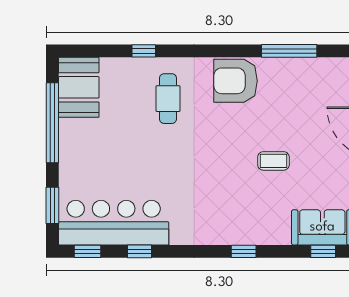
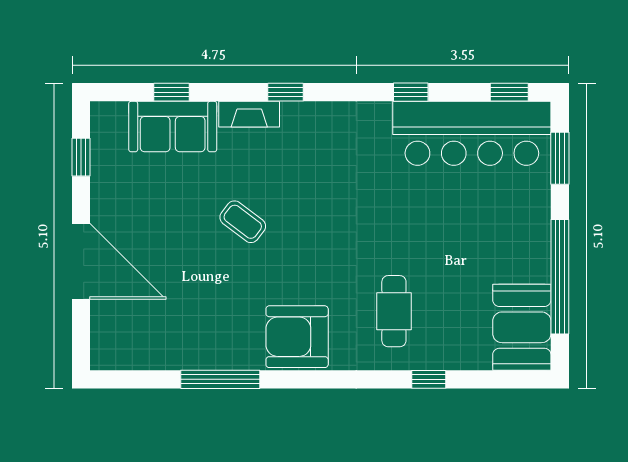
armchair: (236, 81) -> (297, 337), turned 180
coffee table: (273, 161) -> (243, 222), turned 37
fireplace: (269, 236) -> (249, 114), added
window: (140, 251) -> (411, 92), moved

